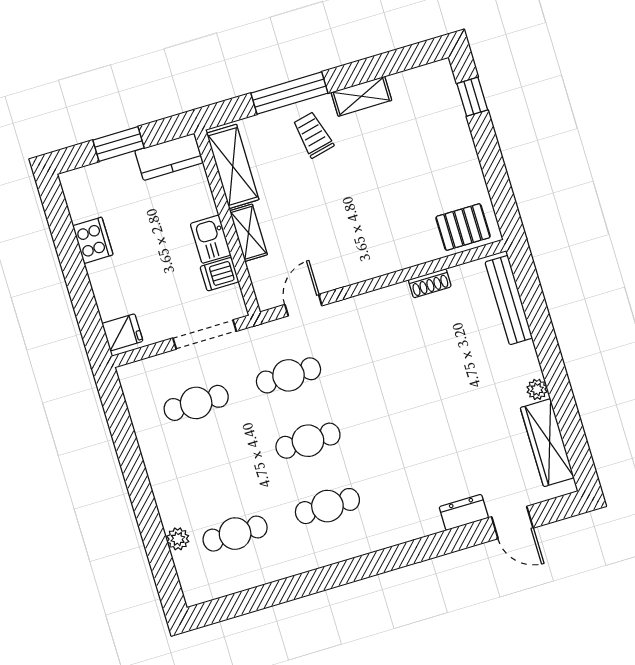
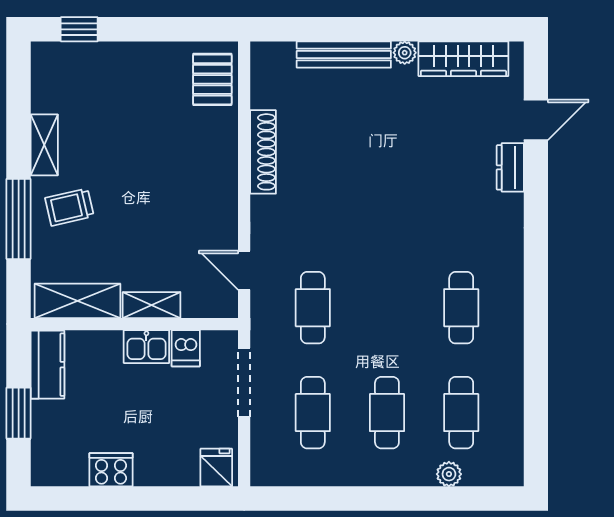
shoe rack: (430, 283) -> (263, 152), width x1.94, depth x1.24
bench: (509, 300) -> (344, 54), moved
cafe table: (308, 441) -> (387, 413), moved

